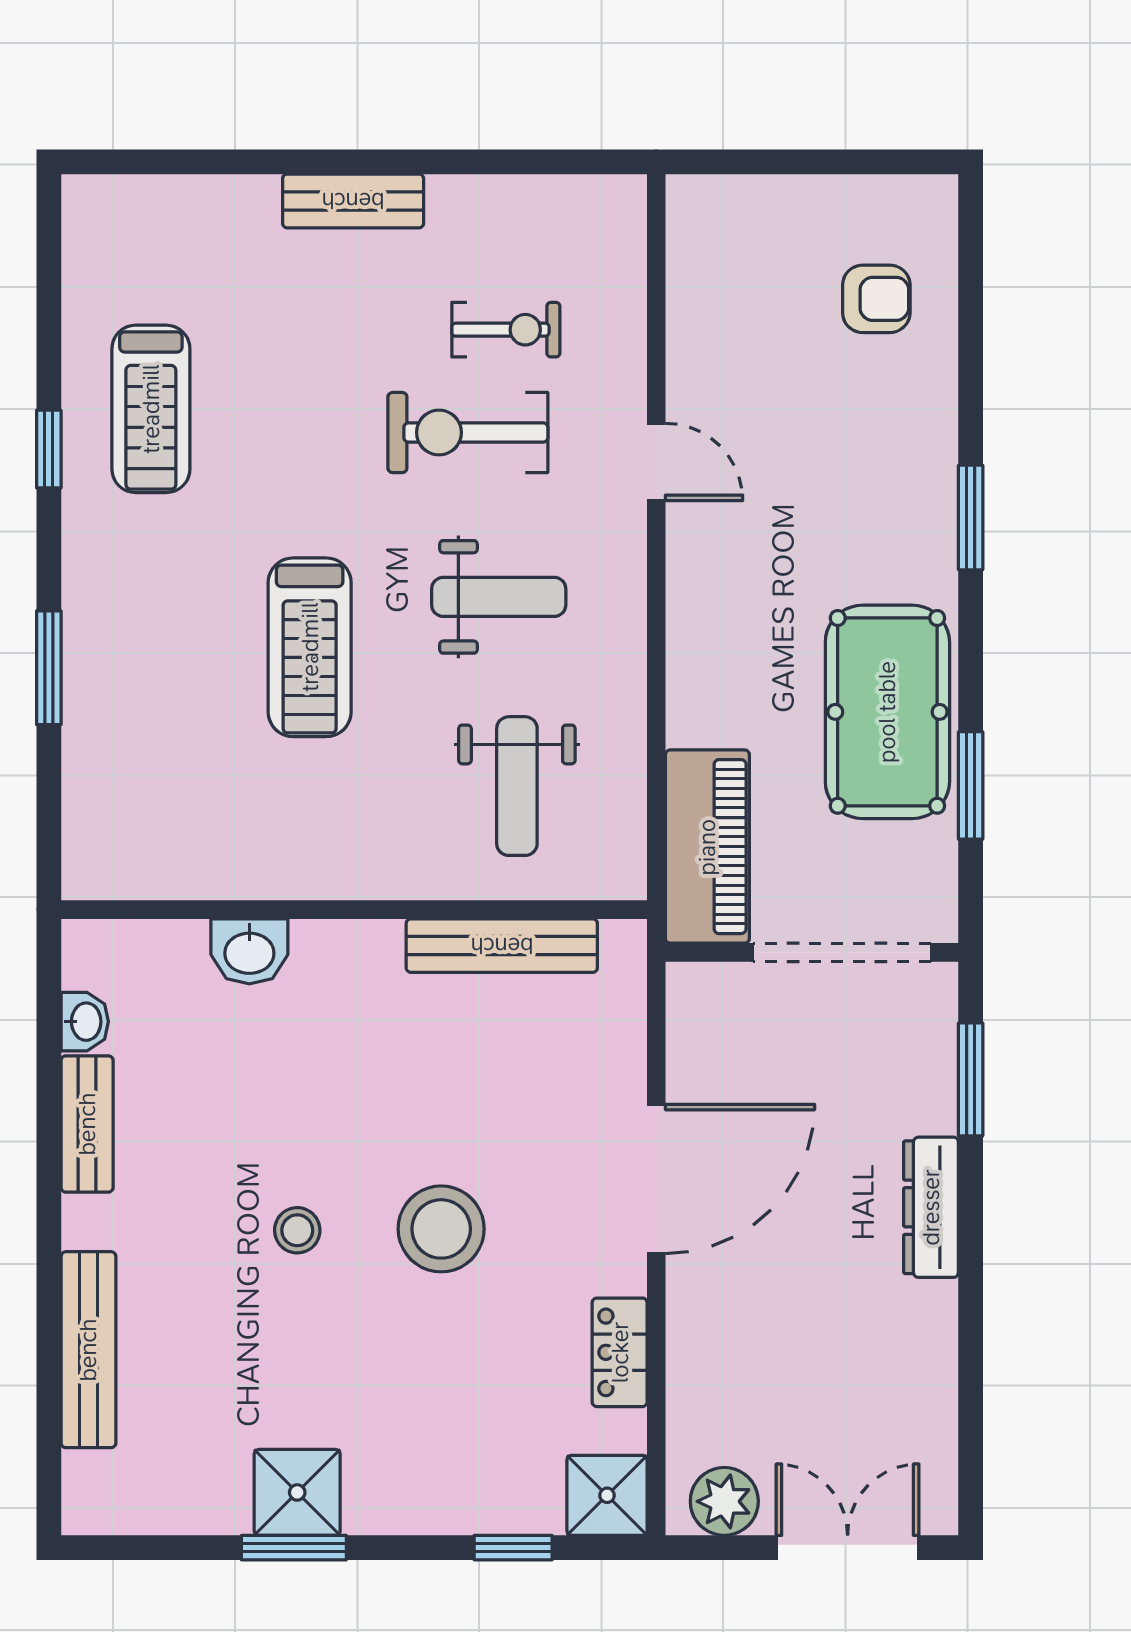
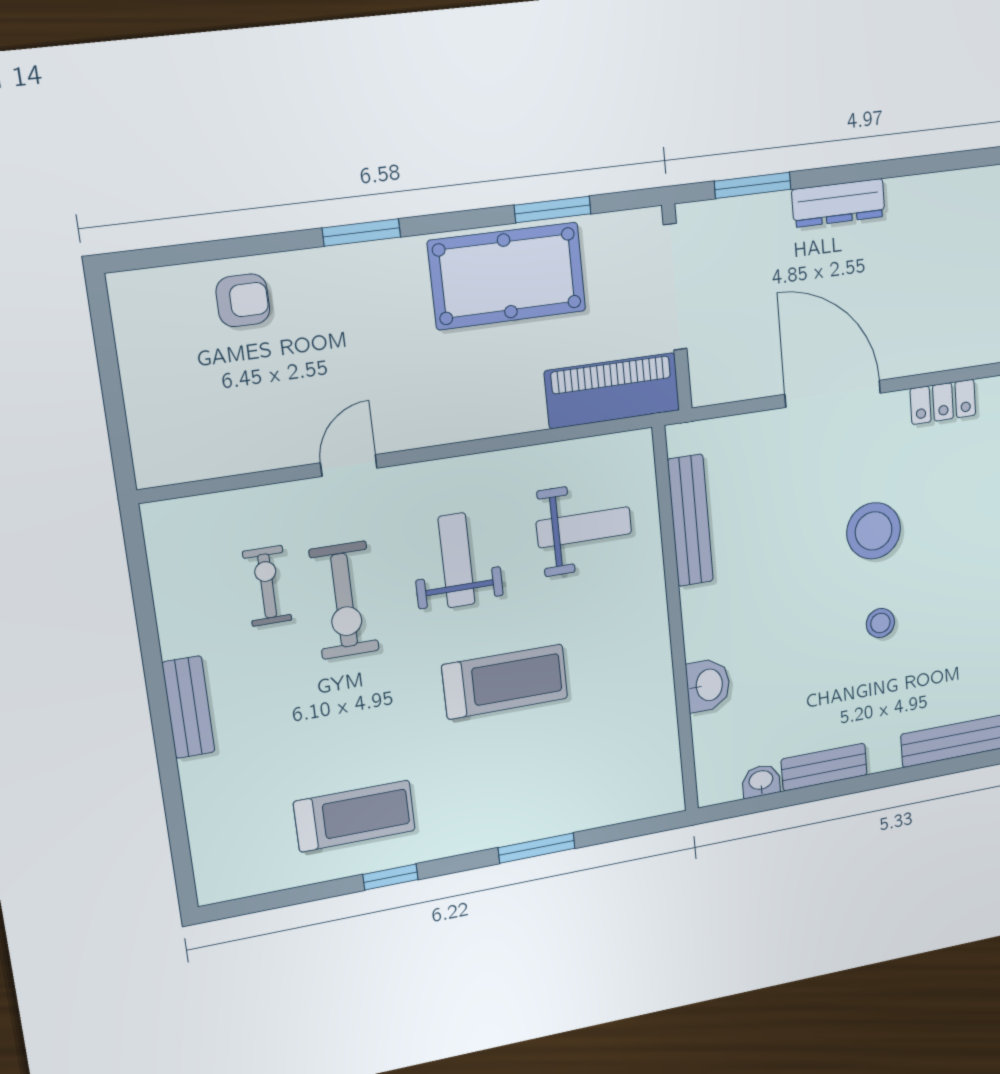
armchair: (876, 299) -> (243, 300), moved, turned 90

